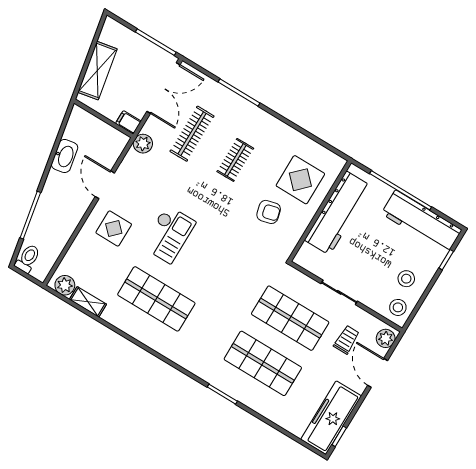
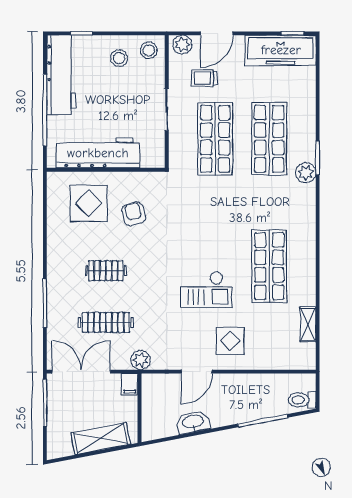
checkout: (169, 234) -> (206, 290), turned 180
plant: (65, 285) -> (306, 173), moved

